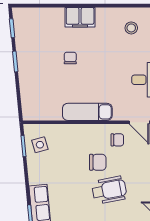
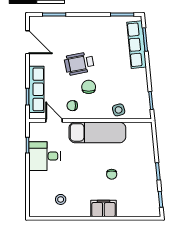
exam couch: (87, 112) -> (97, 132), width x1.36, depth x1.45
side table: (40, 145) -> (119, 110), moved
chair: (98, 162) -> (89, 87), turned 90

